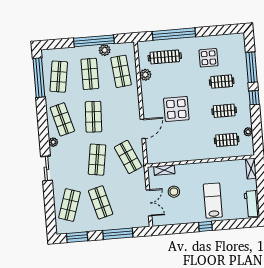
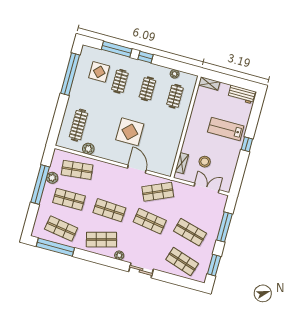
window: (174, 34) -> (70, 74), moved
display table: (209, 58) -> (99, 72), moved
shop shelf: (101, 202) -> (190, 232), turned 30

